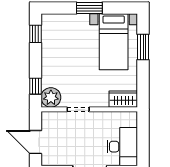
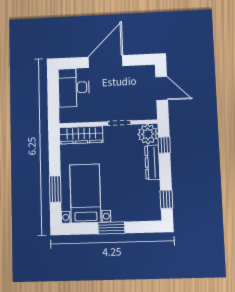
dresser: (48, 70) -> (152, 162), added
wardrobe: (123, 99) -> (81, 135), width x1.50

